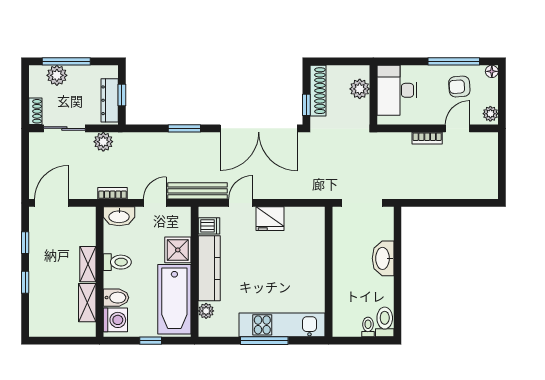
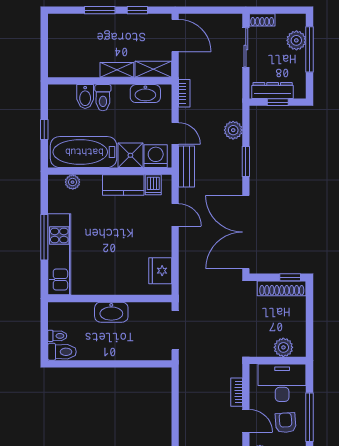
plant: (360, 89) -> (283, 347), moved
desk: (397, 90) -> (282, 383), moved
wall: (373, 95) -> (278, 360), moved
window: (306, 105) -> (290, 277), moved
plant: (103, 142) -> (233, 130), moved
bench: (198, 191) -> (187, 167), width x0.73
washbasin: (119, 216) -> (145, 94), moved, turned -90
fridge: (270, 219) -> (160, 271), moved
washbasin: (383, 258) -> (111, 312), moved, turned 180
toilet: (117, 262) -> (103, 98), moved
kitchen counter: (209, 268) -> (123, 185), width x0.67
window: (25, 282) -> (100, 10), width x1.50
shelving: (87, 303) -> (153, 69), moved
washing machine: (115, 320) -> (156, 156), moved, turned 180

